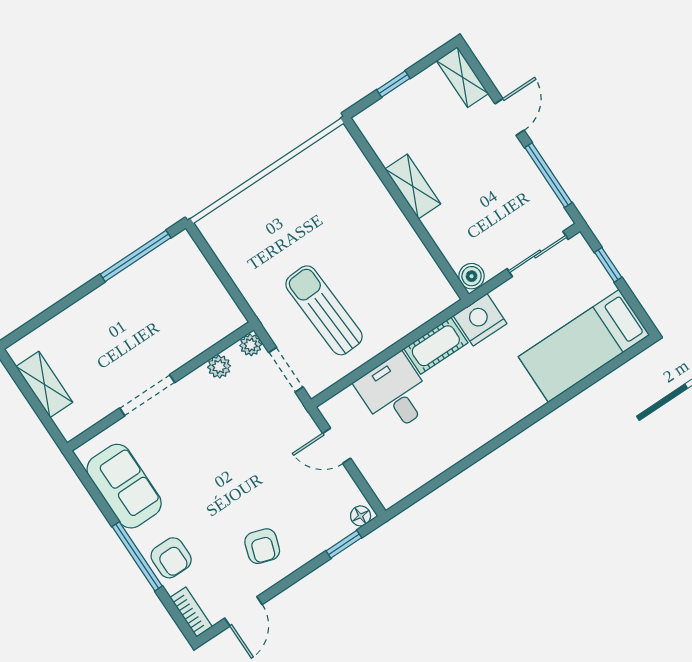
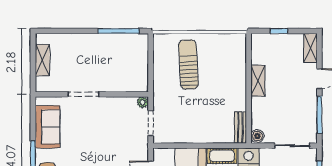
bench: (435, 281) -> (240, 128), added
sun lounger: (324, 310) -> (188, 64), moved
plant: (219, 367) -> (123, 103), removed

